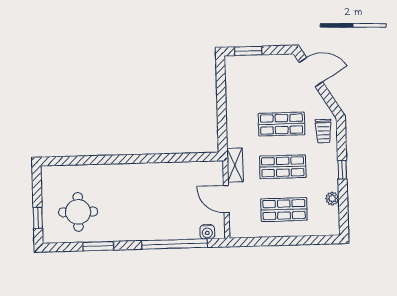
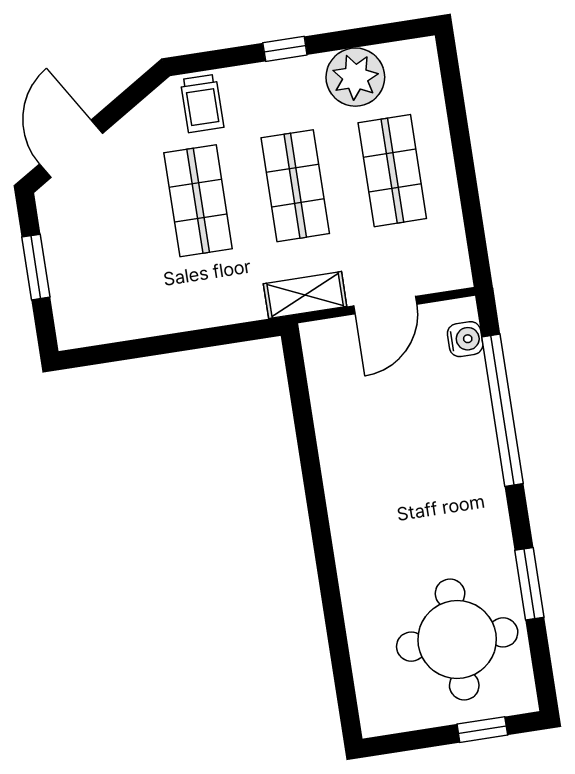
window: (248, 51) -> (36, 267), moved
trolley: (323, 131) -> (202, 103), turned 90
plant: (332, 199) -> (355, 77), width x1.87, depth x1.87
round table: (78, 212) -> (457, 640), width x1.36, depth x1.36

